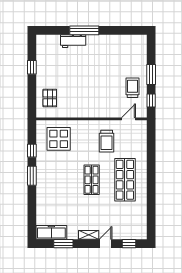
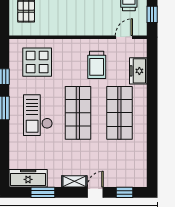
freezer: (140, 146) -> (138, 71), added
shop shelf: (92, 180) -> (78, 113), width x1.43, depth x1.36
checkout: (59, 182) -> (38, 115), added

